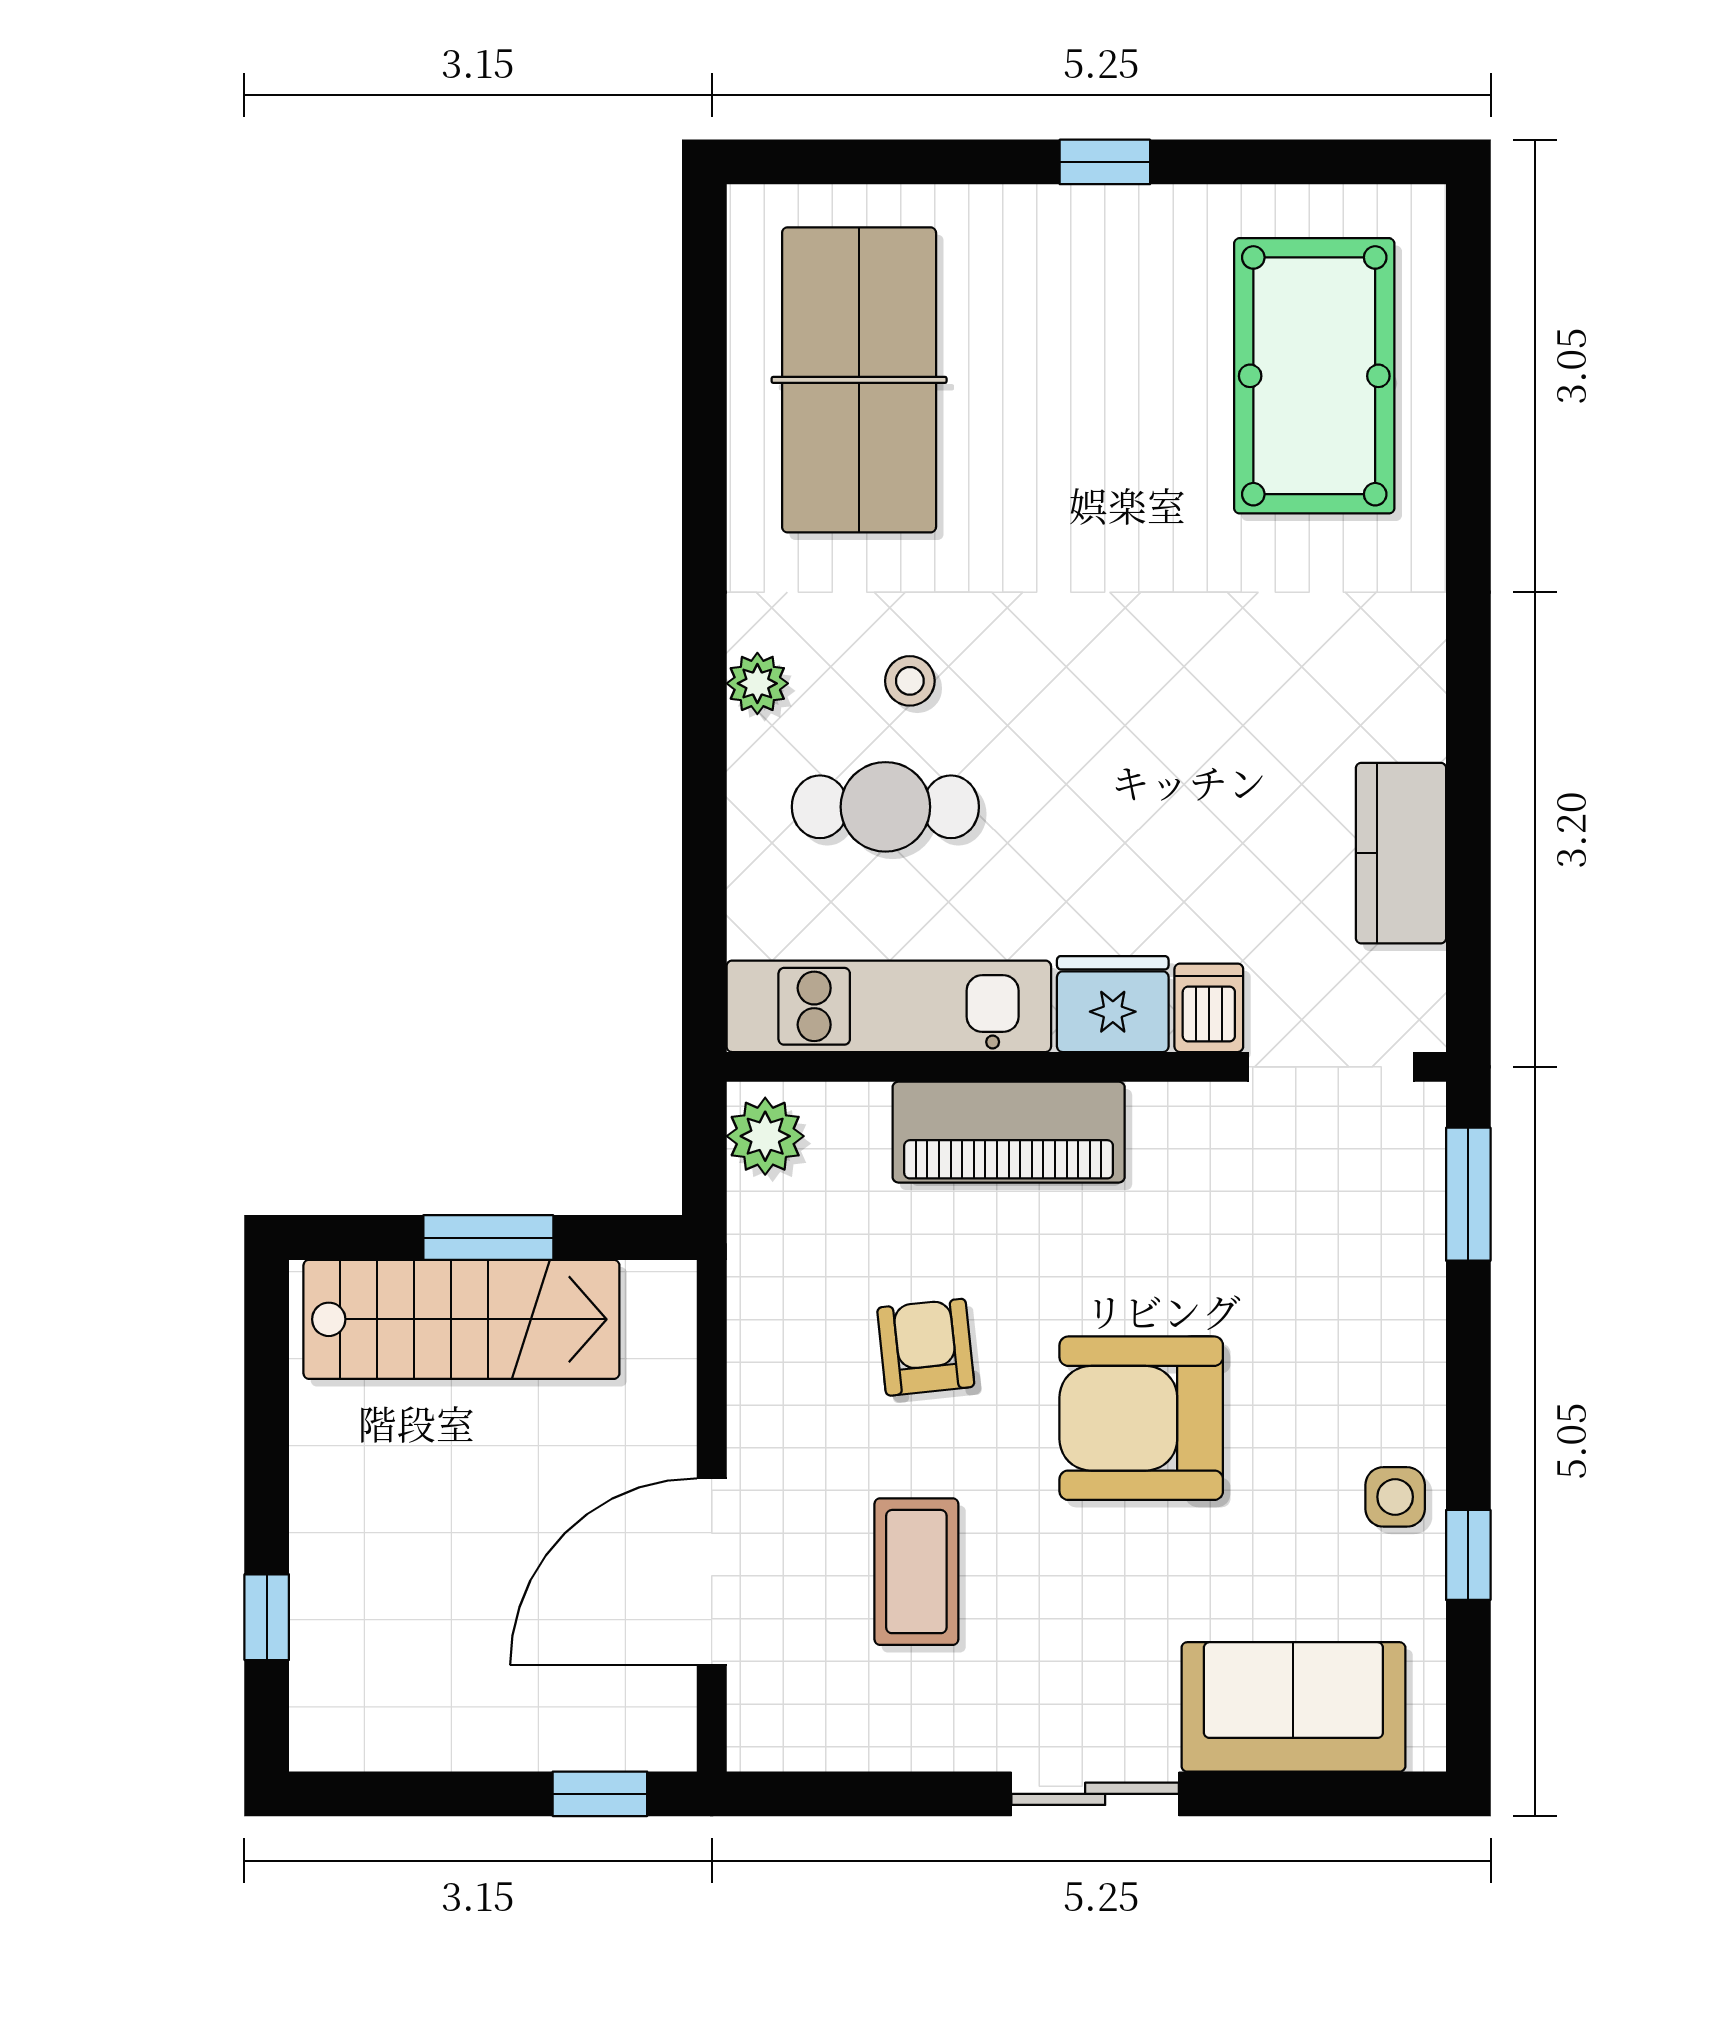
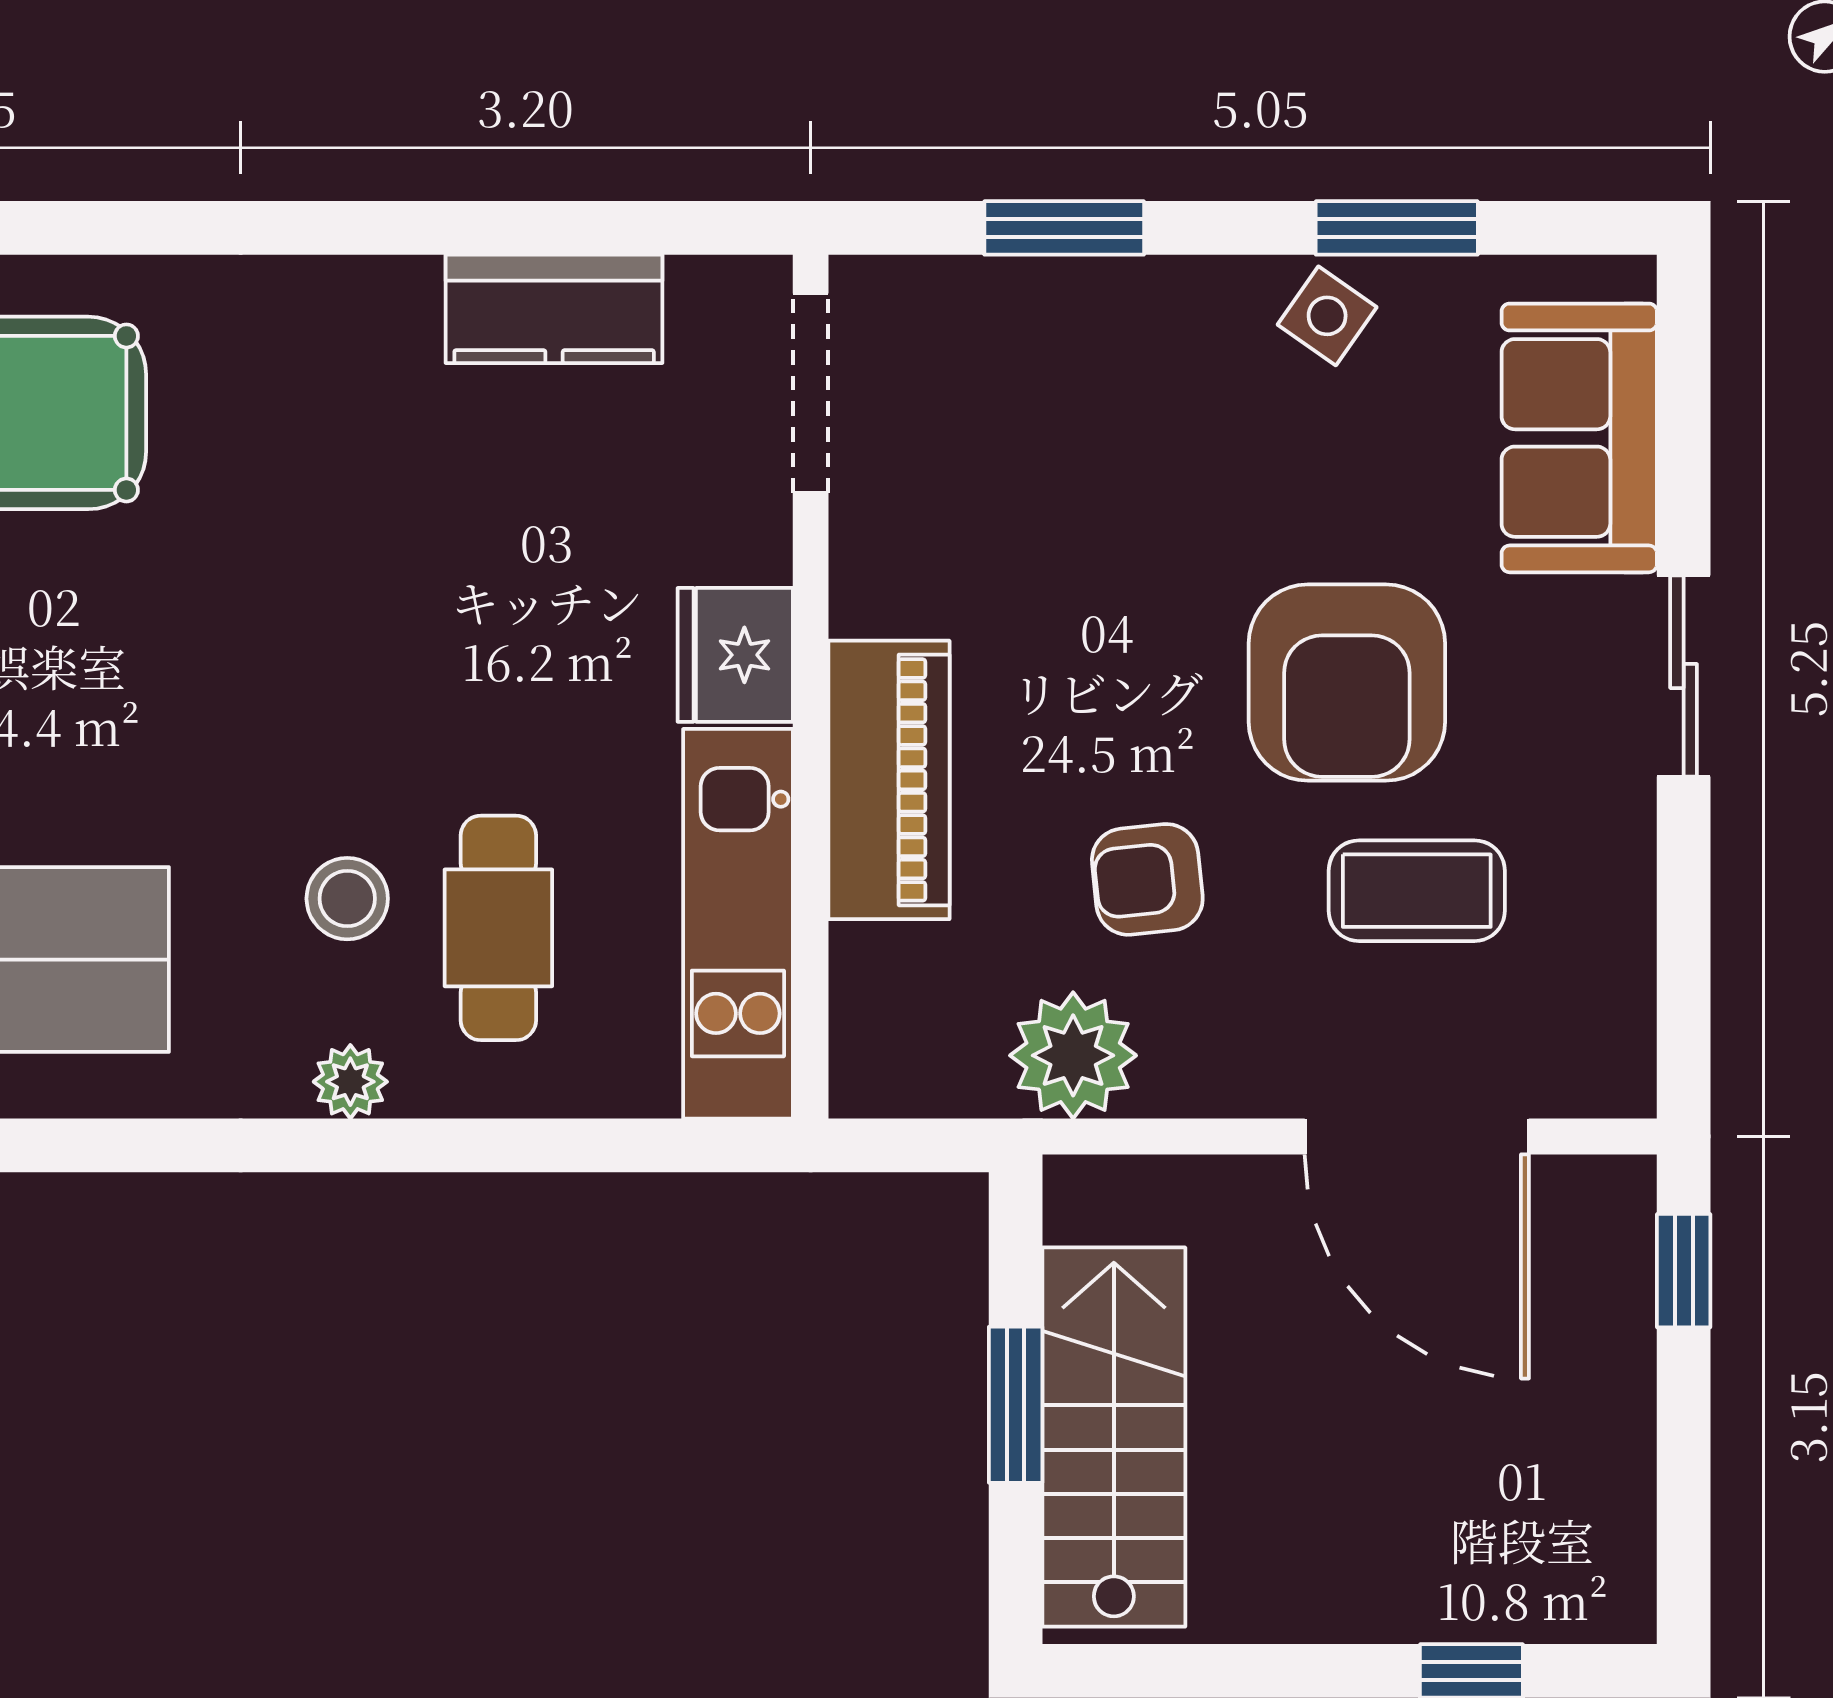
stool: (910, 681) -> (347, 899), width x1.37, depth x1.37
dishwasher: (1209, 1008) -> (740, 540), removed
plant: (765, 1136) -> (1073, 1055), moved, width x1.36, depth x1.36
window: (1468, 1194) -> (1064, 228), moved
armchair: (1141, 1418) -> (1347, 683), moved
side table: (1395, 1497) -> (1327, 316), turned 35
window: (1468, 1555) -> (1397, 228), width x1.50

